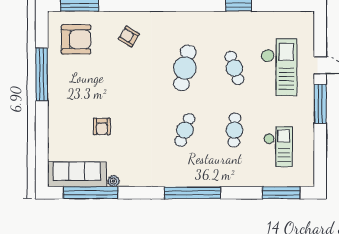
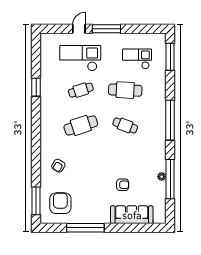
cafe table: (185, 68) -> (81, 125), turned -30
cafe table: (234, 130) -> (125, 90), width x1.37, depth x1.35
sofa: (77, 174) -> (132, 215), moved, turned 90
window: (91, 193) -> (170, 179), moved

